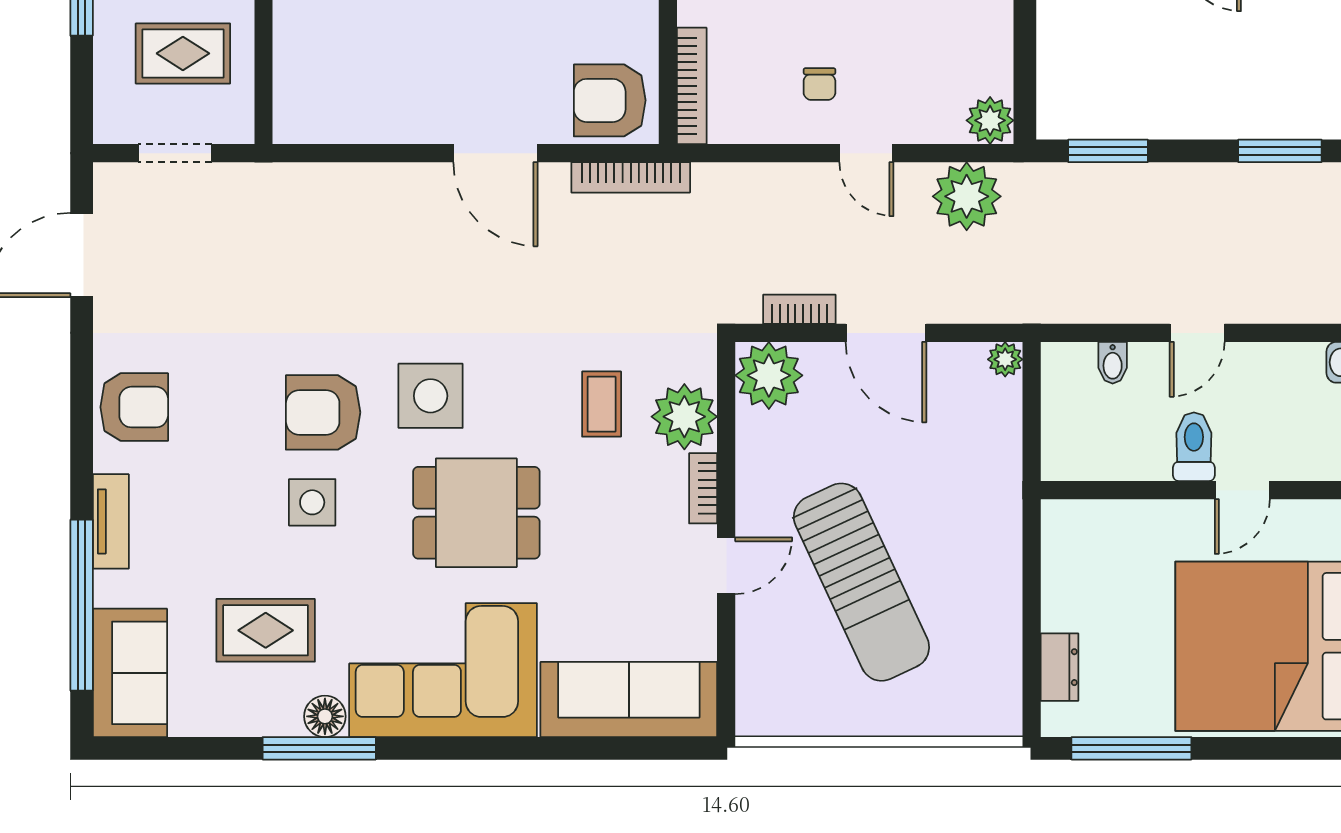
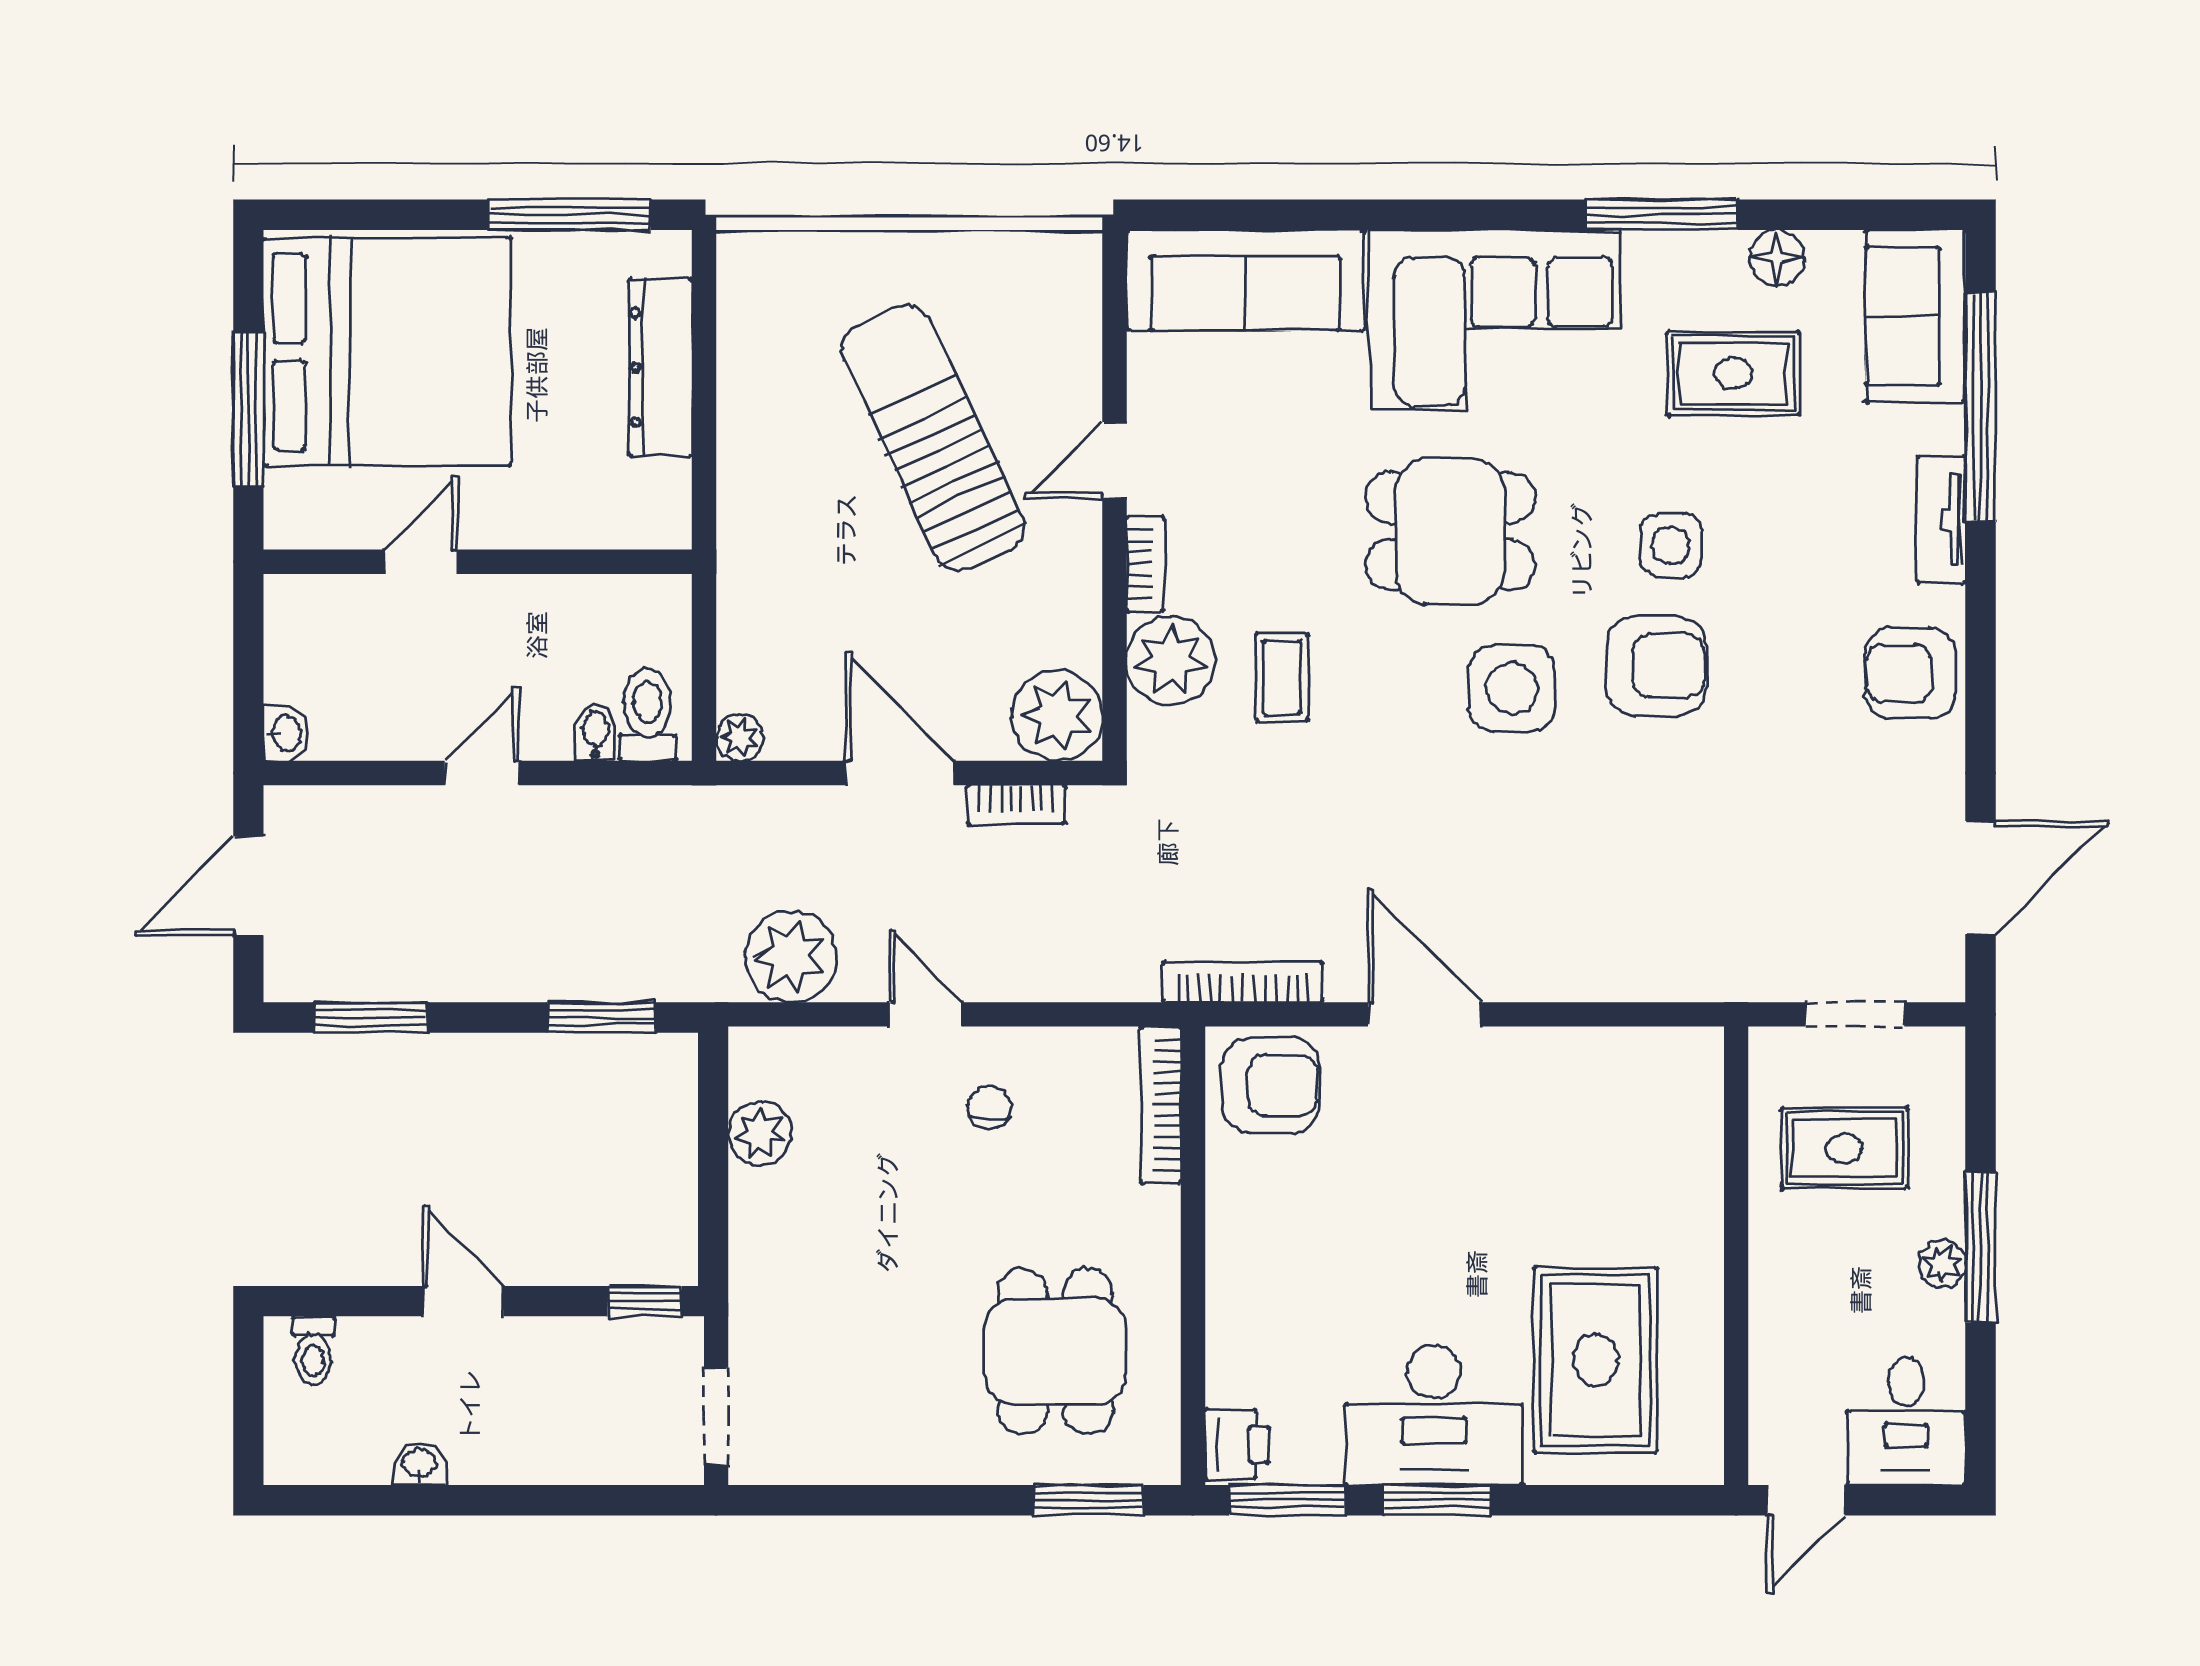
plant: (990, 120) -> (760, 1133), moved
toilet: (1194, 447) -> (647, 715), moved, turned 180
dresser: (1060, 667) -> (660, 367), width x1.96, depth x1.24
floor lamp: (325, 716) -> (1777, 258), moved

